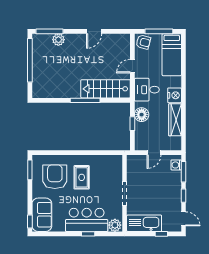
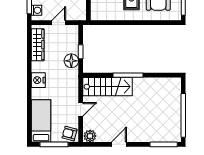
plant: (58, 40) -> (90, 136), moved
desk: (147, 90) -> (66, 86), removed
wardrobe: (175, 120) -> (38, 45), moved

